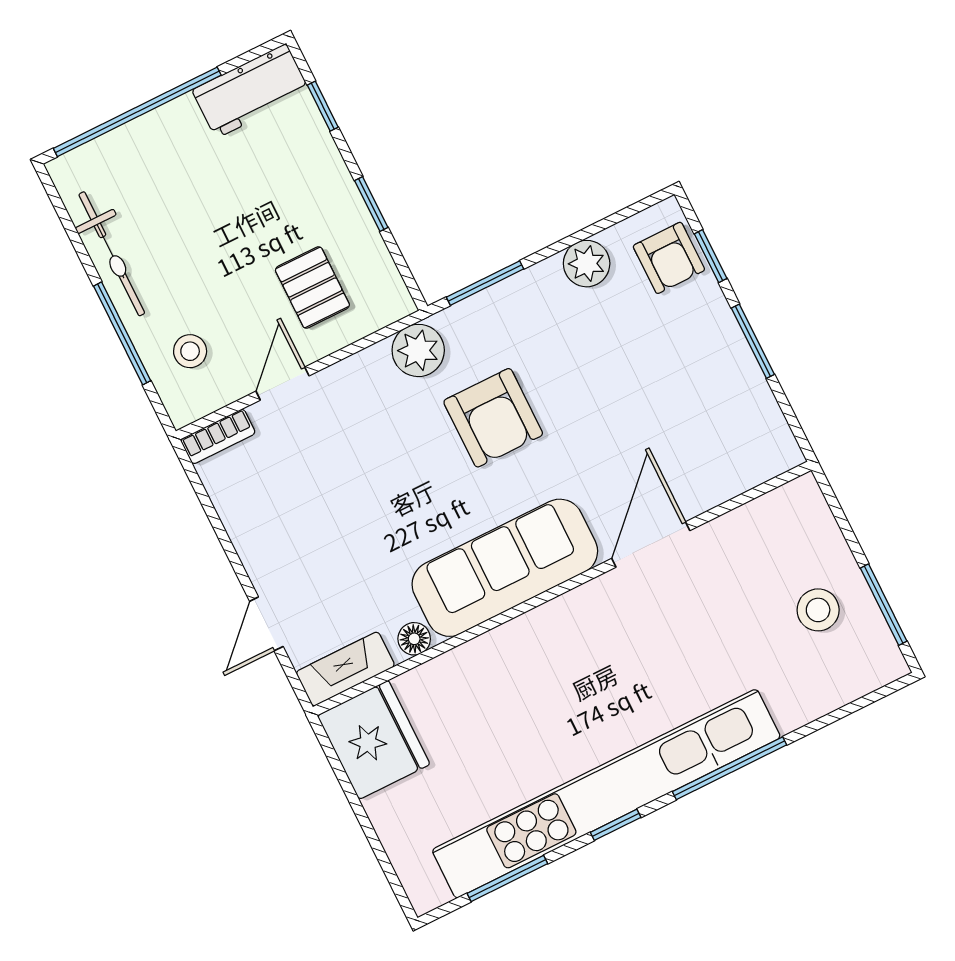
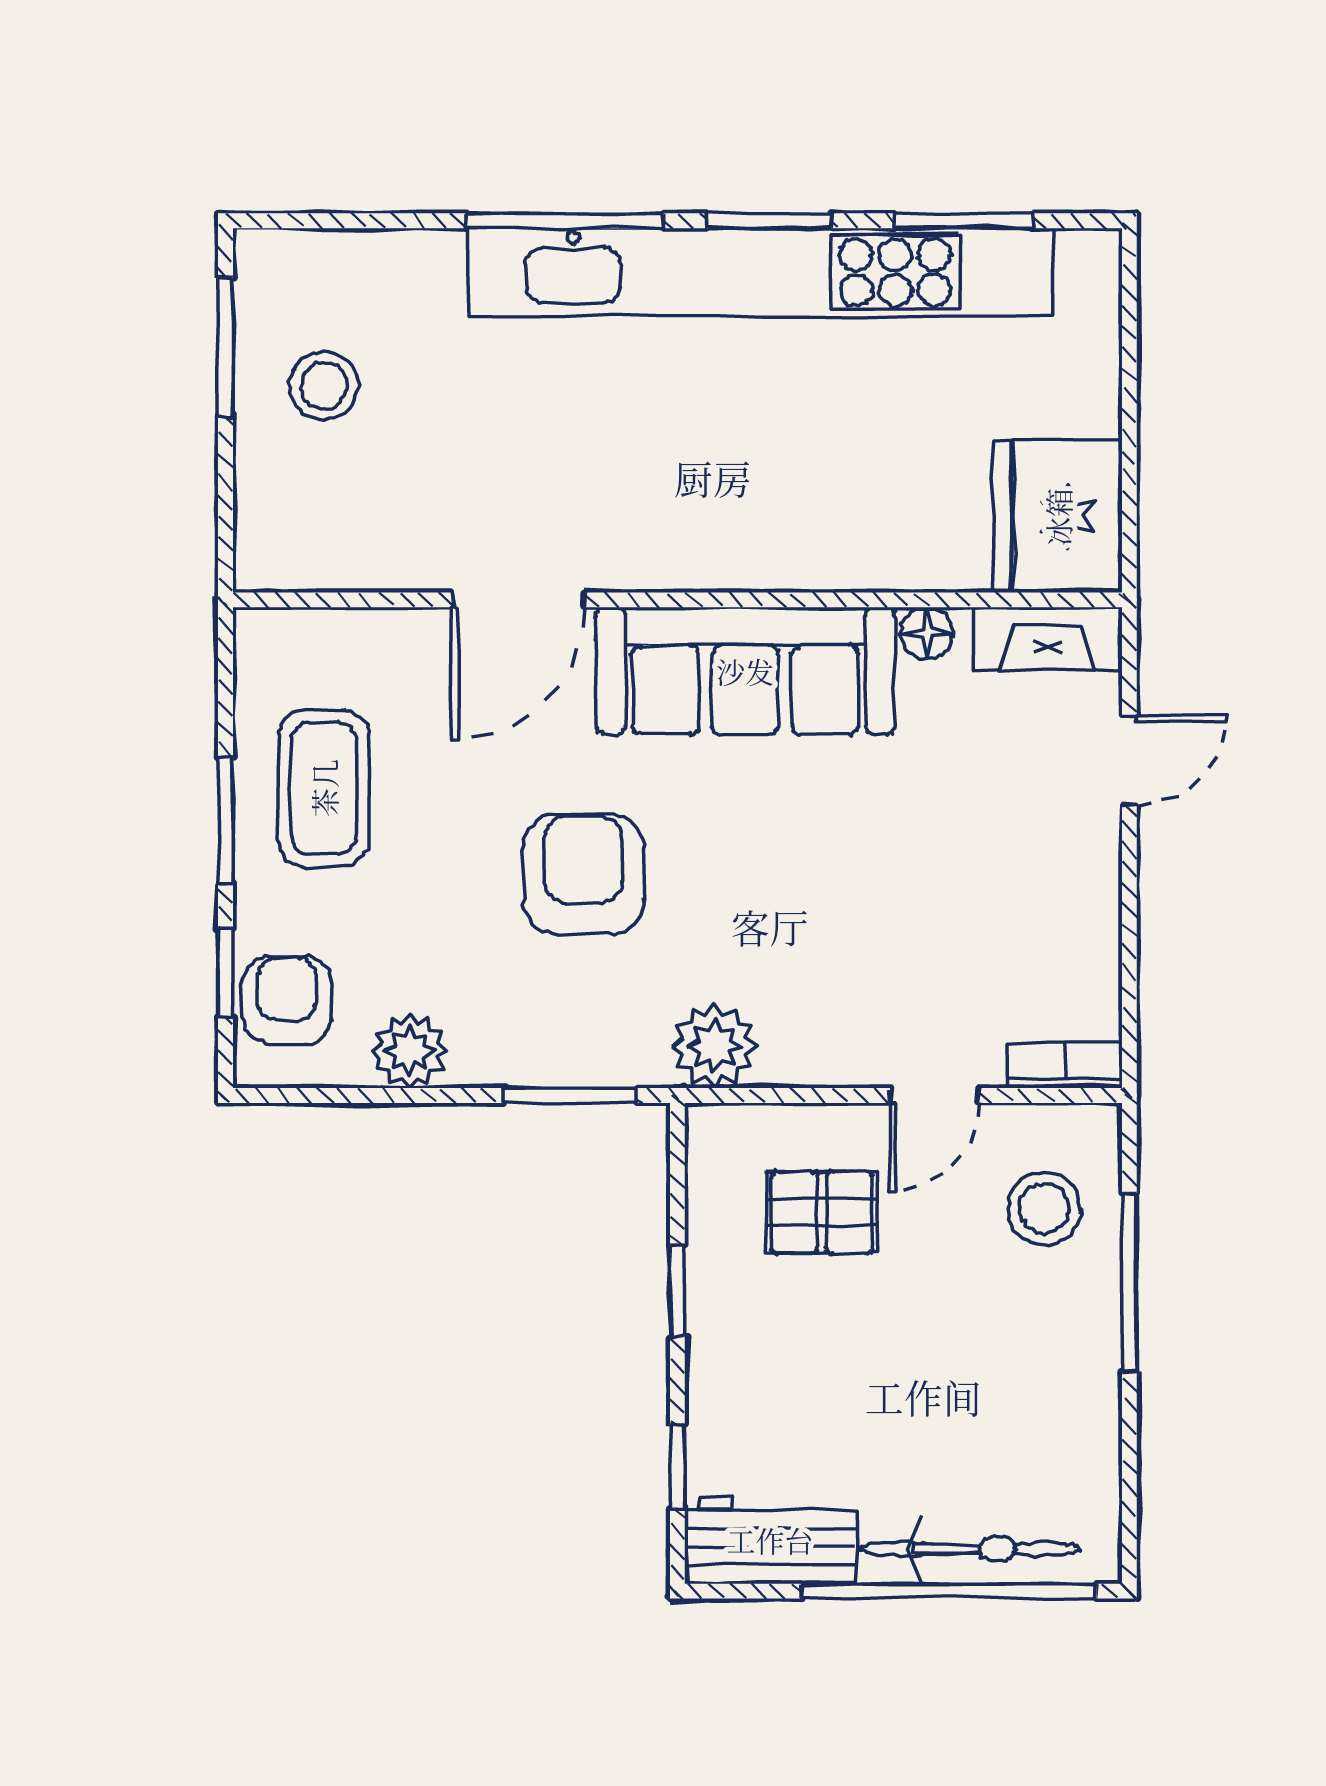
bicycle: (112, 254) -> (971, 1549), moved, turned 90
pallet: (312, 287) -> (822, 1213), turned 90
stool: (190, 351) -> (1044, 1208), width x1.37, depth x1.37
coffee table: (707, 386) -> (324, 788), added
armchair: (493, 418) -> (583, 874), moved
window: (616, 825) -> (769, 221), width x1.50

